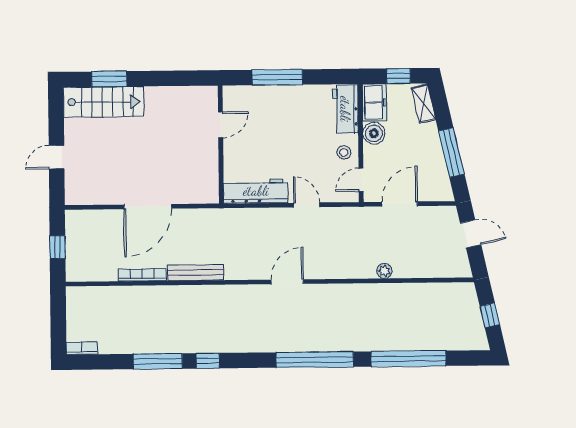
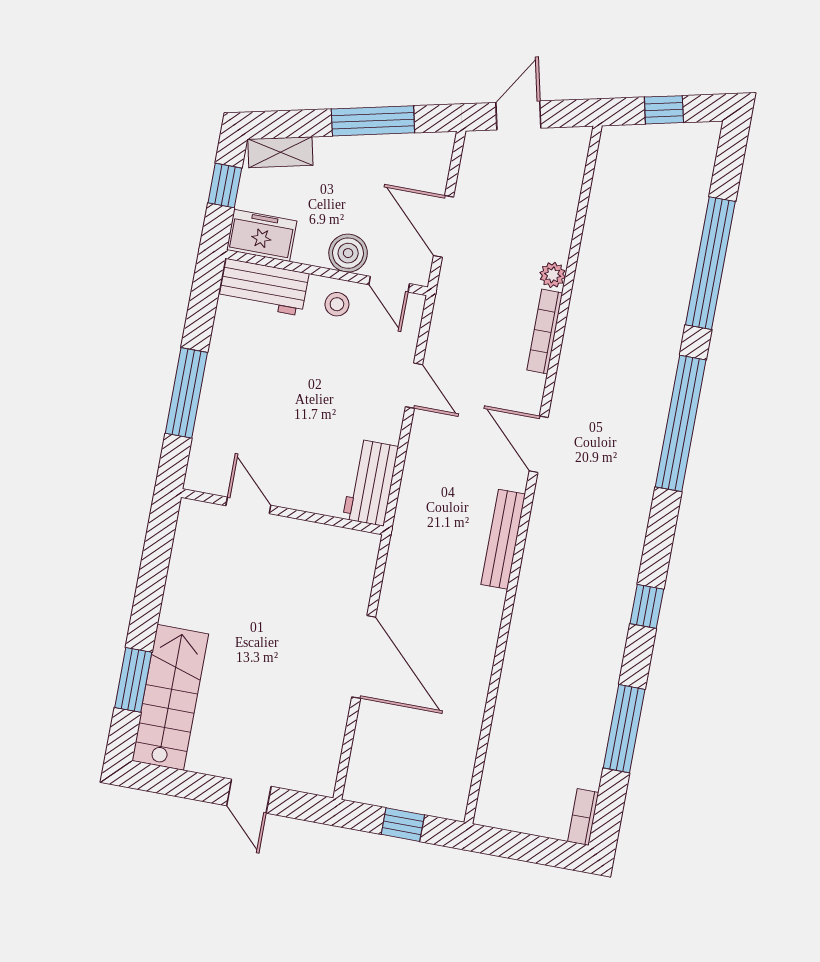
boiler: (374, 133) -> (348, 253), moved
workbench: (256, 191) -> (371, 483), width x0.73
door: (307, 205) -> (414, 386), swing flipped
bench: (196, 273) -> (503, 539), moved
bookcase: (142, 275) -> (545, 331), moved
window: (158, 361) -> (624, 729), moved

